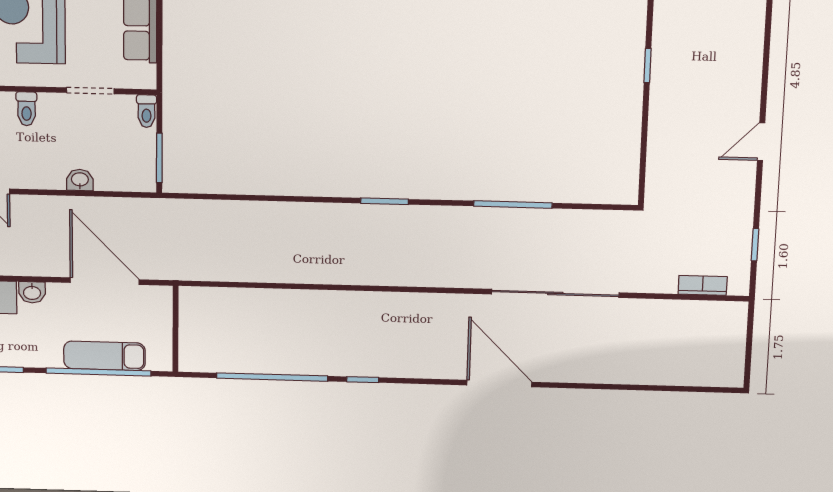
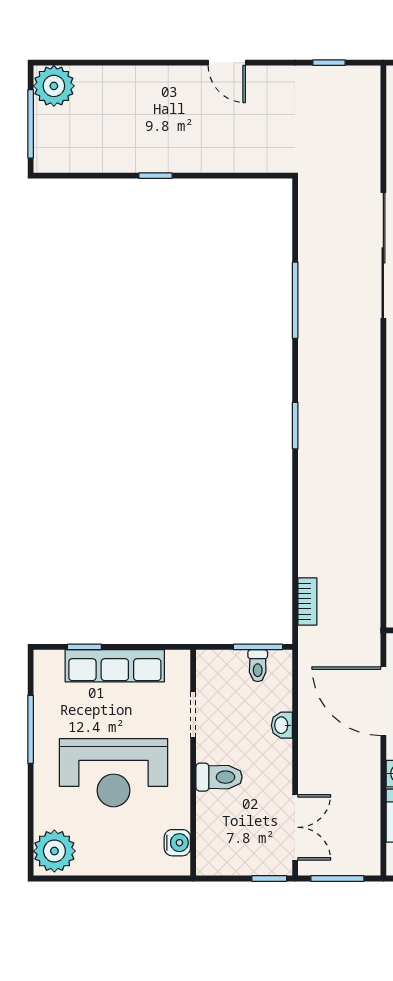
toilet: (26, 109) -> (219, 777), width x1.37, depth x1.39
toilet: (147, 111) -> (258, 666), moved, turned 90
door: (105, 281) -> (383, 701), hinge flipped
bookcase: (703, 285) -> (307, 601), moved, turned 180

